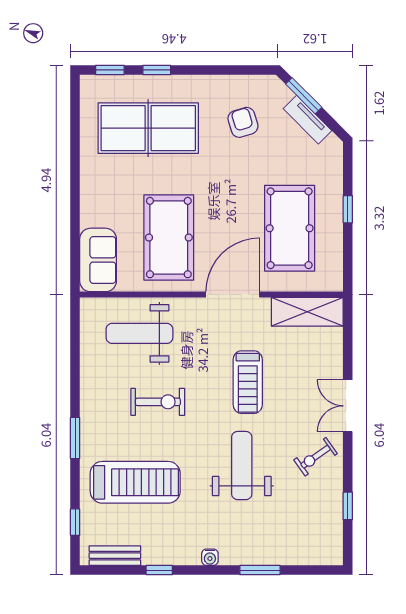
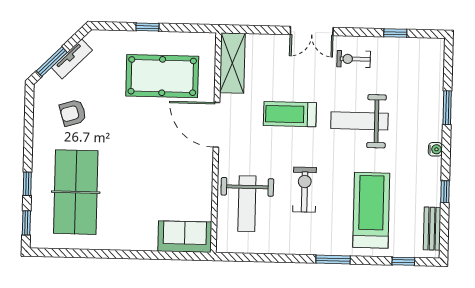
pool table: (169, 238) -> (168, 177), removed
treadmill: (248, 382) -> (290, 114), turned 180
exercise bike: (316, 457) -> (354, 59), turned 125

